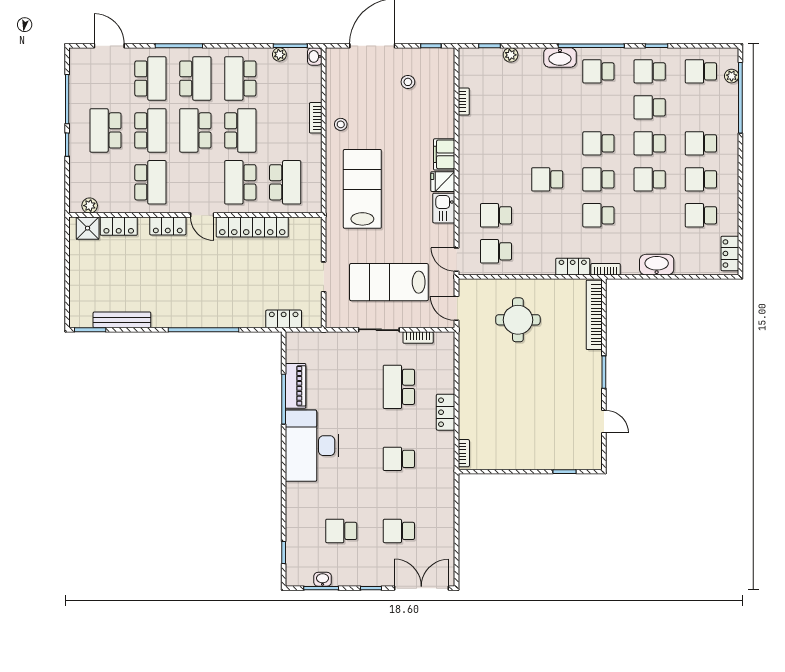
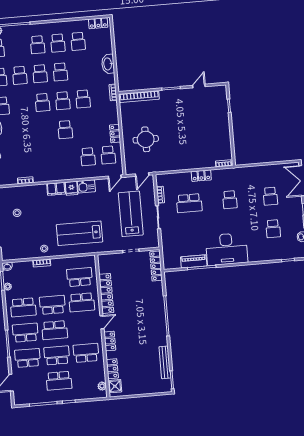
locker: (573, 267) -> (115, 134), moved
lab bench: (389, 282) -> (131, 214), turned 180
locker: (284, 319) -> (156, 266), width x1.53

